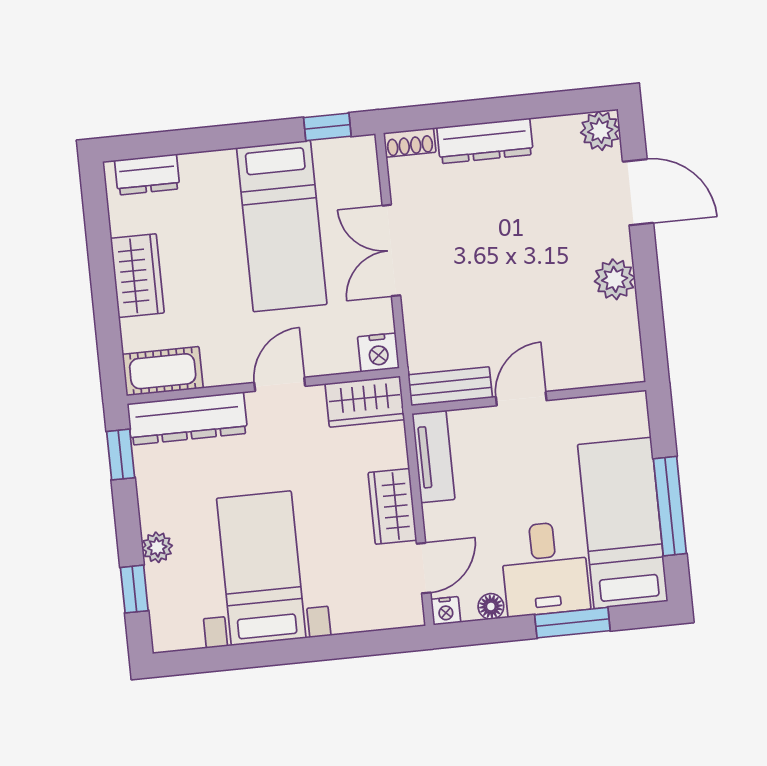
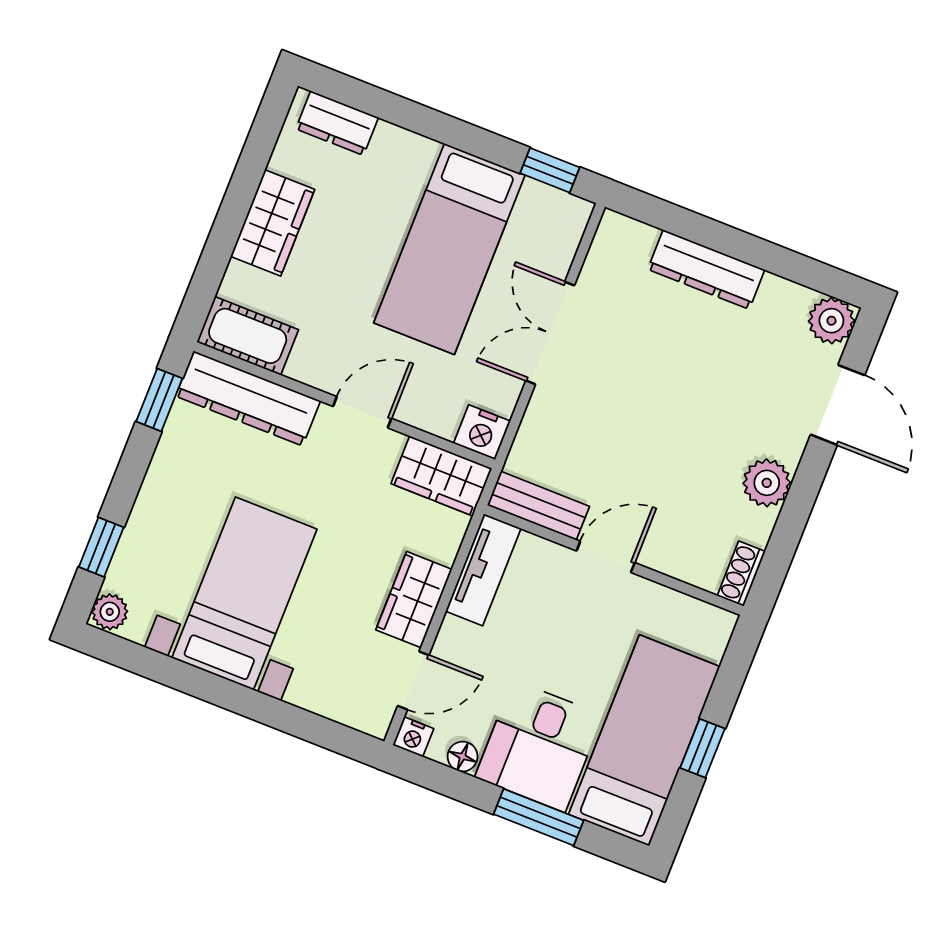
shoe rack: (410, 143) -> (741, 574), moved, turned 90
window: (670, 506) -> (702, 748), width x0.46
plant: (157, 547) -> (110, 612), moved

